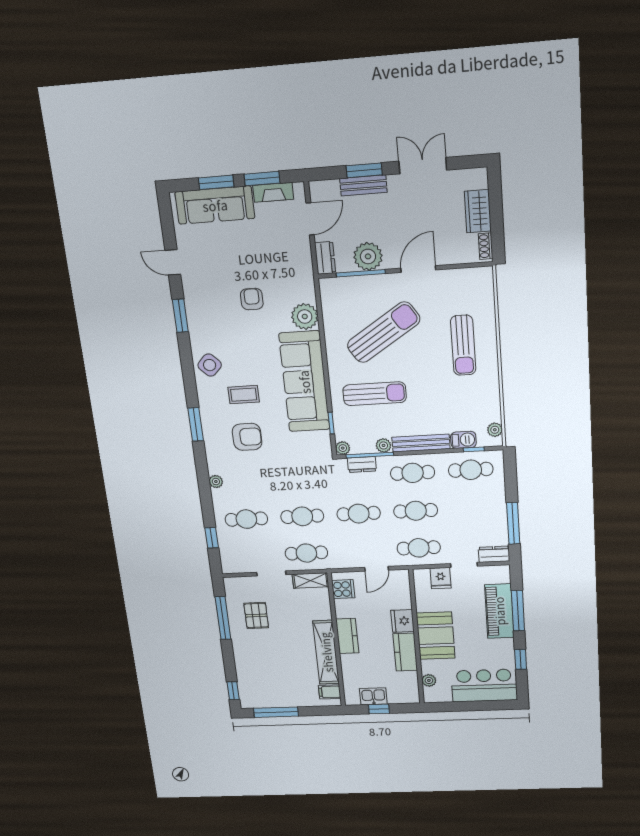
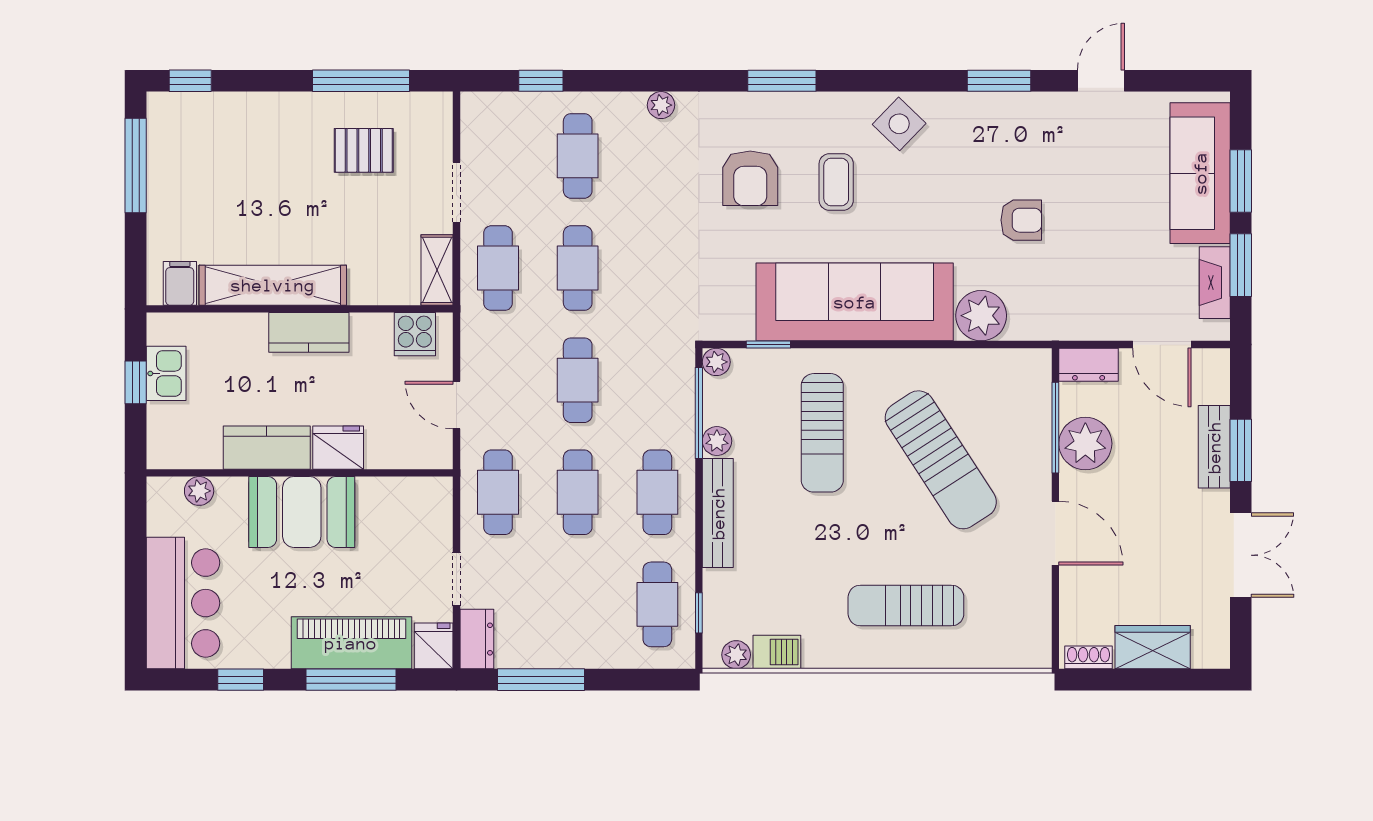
barbecue: (463, 440) -> (777, 652), moved, turned -90
dresser: (362, 465) -> (680, 396), removed
fridge: (441, 578) -> (434, 646), moved, turned 90

